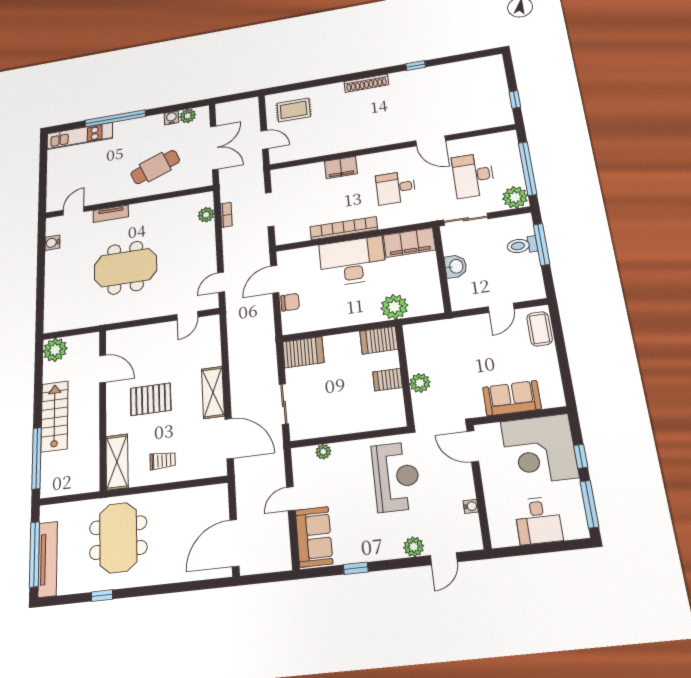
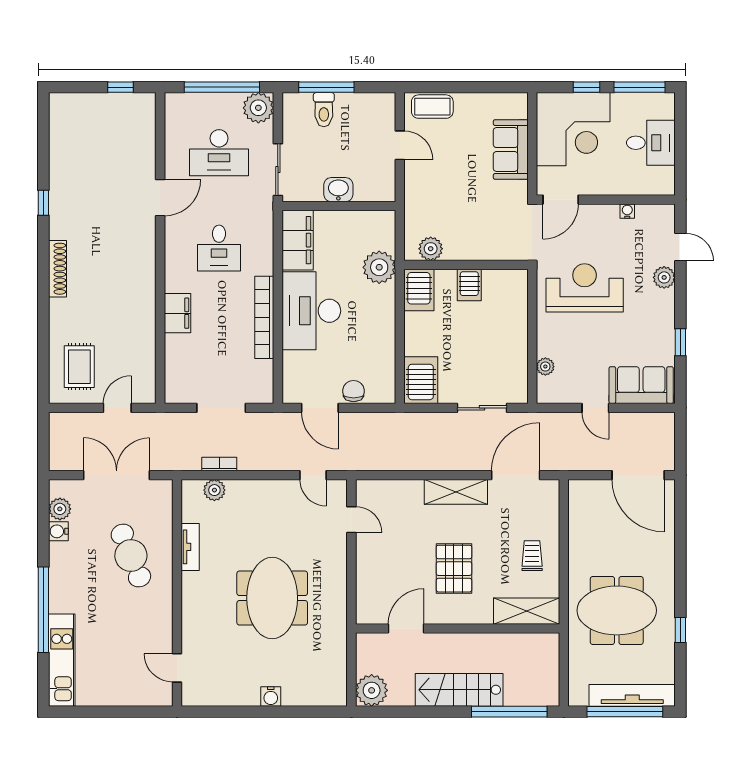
tv unit: (111, 214) -> (190, 547), moved
water cooler: (52, 243) -> (271, 696), moved
plant: (420, 383) -> (431, 249), moved

